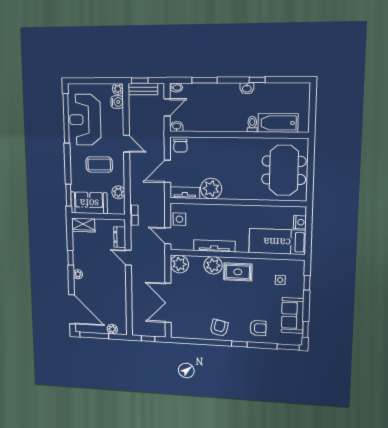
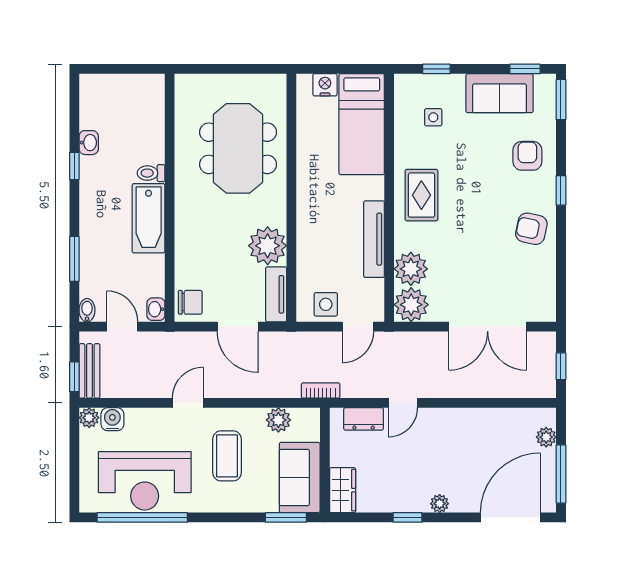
washbasin: (247, 88) -> (89, 143), moved
bathtub: (278, 123) -> (149, 218), moved
meeting table: (284, 170) -> (238, 148), moved, turned 90
plant: (213, 265) -> (411, 269), moved

